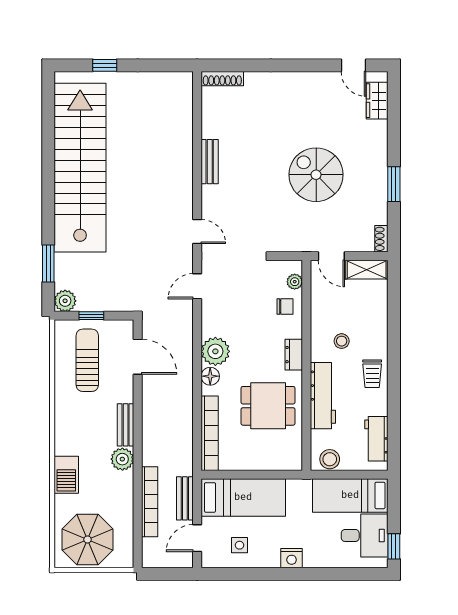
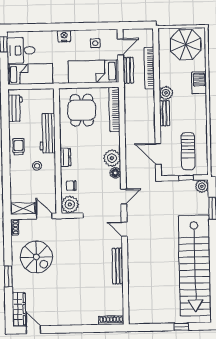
wardrobe: (377, 101) -> (19, 309), width x1.50
bench: (210, 162) -> (118, 266), width x1.36
spiral stairs: (316, 175) -> (36, 257), moved
window: (394, 184) -> (8, 276), moved
plant: (295, 282) -> (70, 204), width x1.88, depth x1.88
floor lamp: (210, 376) -> (115, 173), moved
dining table: (268, 406) -> (82, 110), moved, turned 90
stool: (330, 459) -> (43, 95), removed

